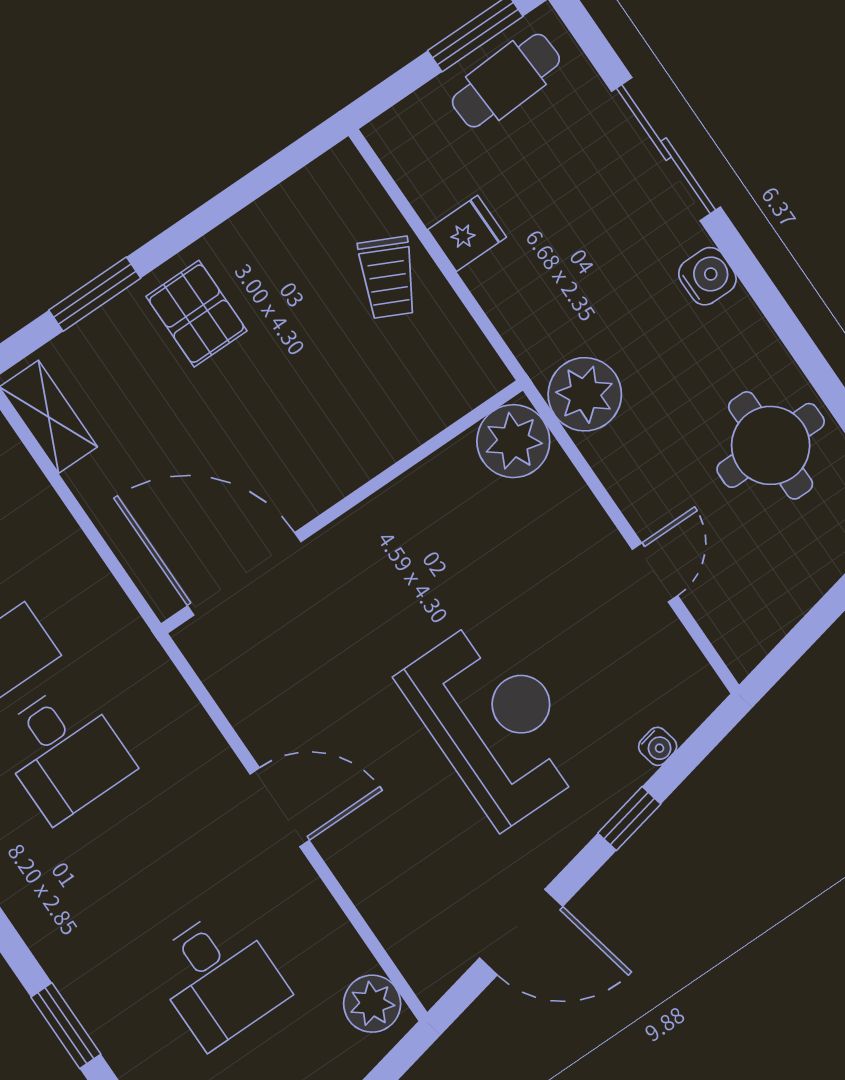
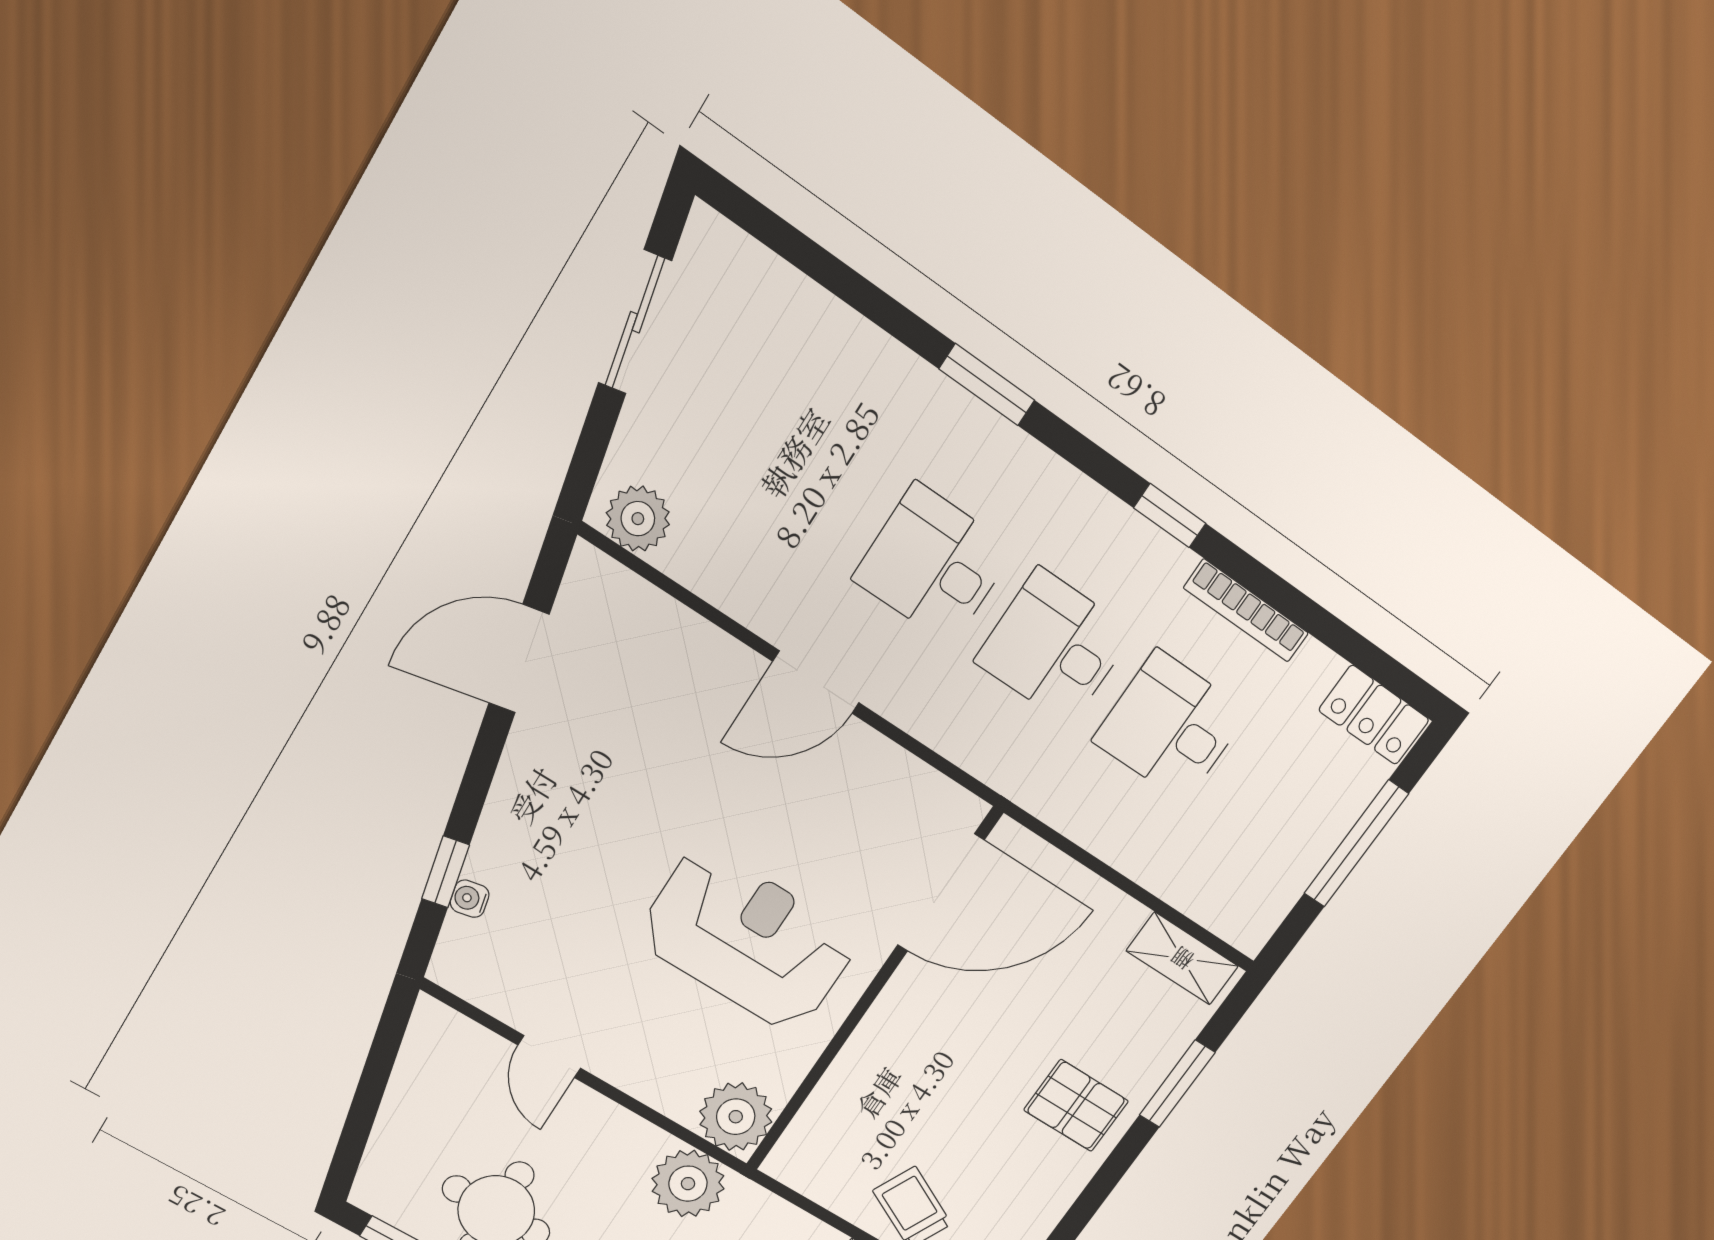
reception desk: (495, 722) -> (748, 939), moved, turned 180
window: (629, 819) -> (446, 872), moved
desk: (219, 977) -> (933, 564), moved
window: (66, 1026) -> (987, 385), moved

